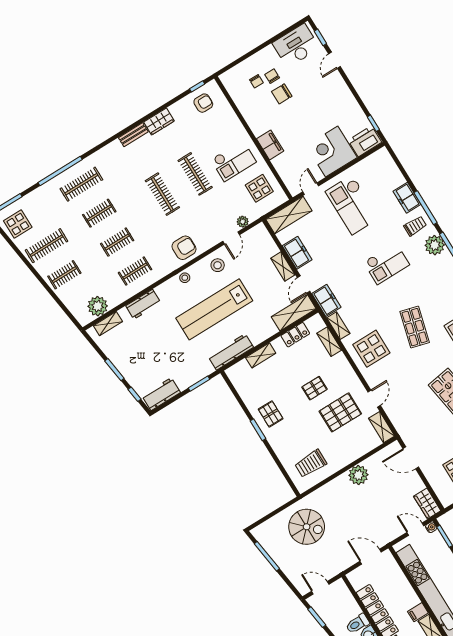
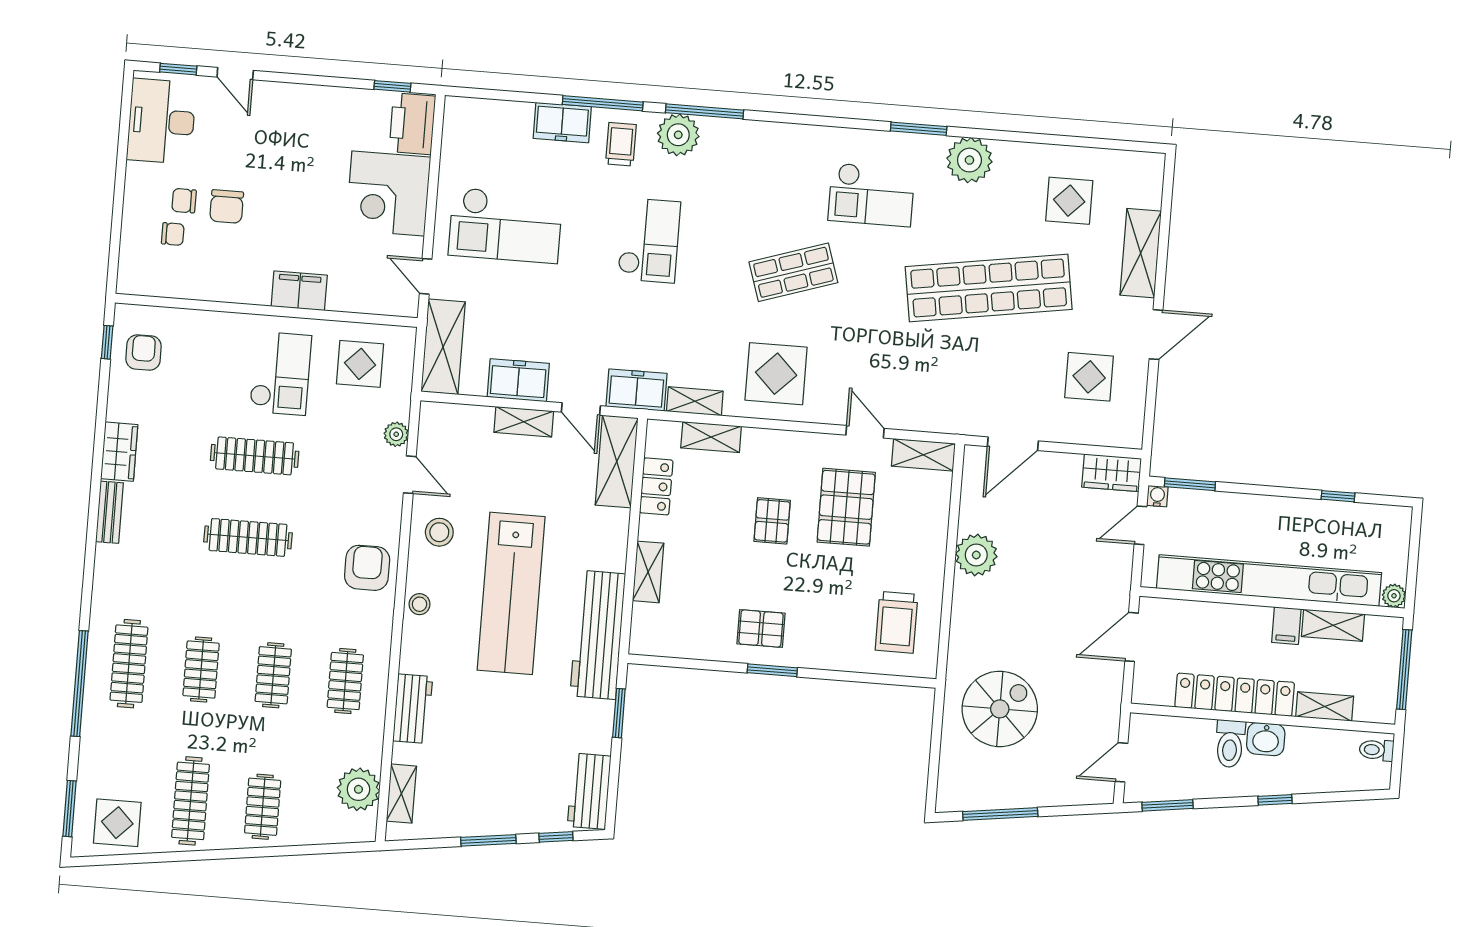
shop shelf: (415, 327) -> (793, 272), turned -33
workbench: (231, 352) -> (598, 635), width x1.36, depth x1.32

